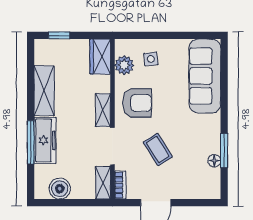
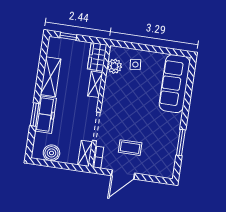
armchair: (137, 103) -> (120, 96), removed
shelving: (103, 110) -> (95, 84), moved
window: (31, 142) -> (35, 114), width x0.69
coffee table: (158, 149) -> (130, 148), moved, turned -58
floor lamp: (214, 161) -> (172, 149), removed

